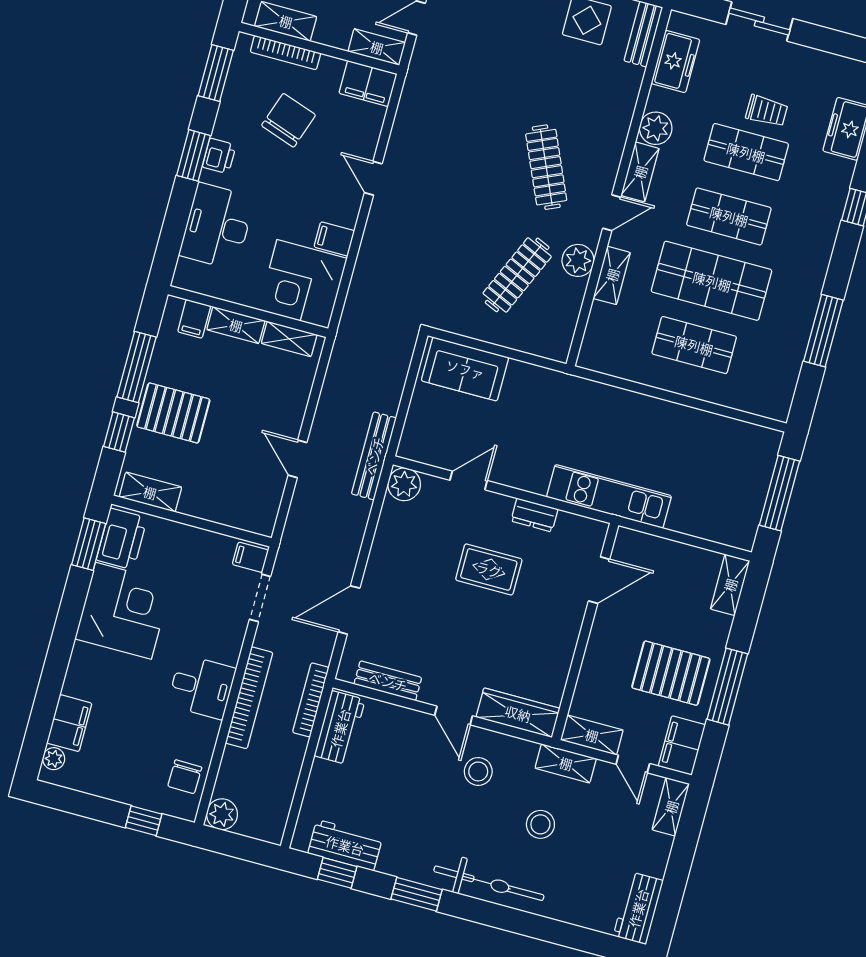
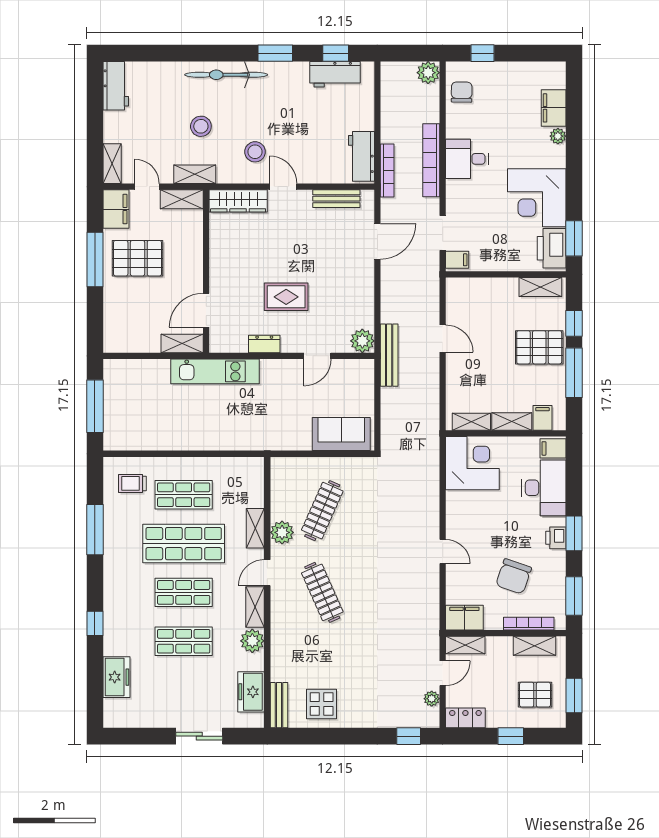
trolley: (767, 111) -> (132, 483), moved
filing cabinet: (334, 239) -> (553, 448), moved, turned 180
shelving: (730, 585) -> (182, 343), moved, turned 90
plant: (54, 759) -> (558, 136), moved

